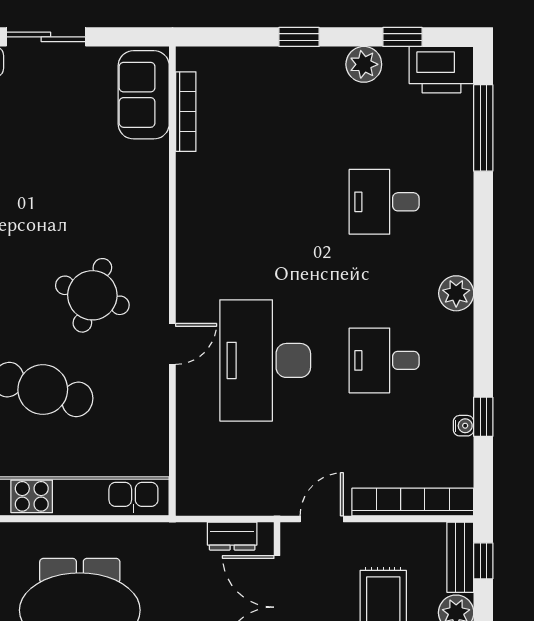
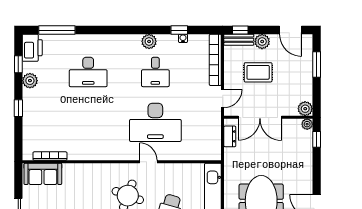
desk: (384, 202) -> (88, 72), width x1.37
plant: (456, 293) -> (149, 41), moved
door: (322, 519) -> (223, 98), swing flipped

